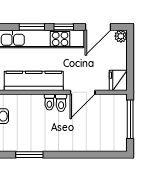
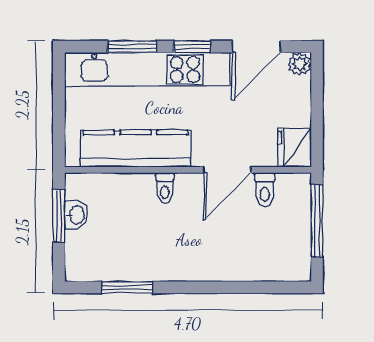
toilet: (61, 103) -> (265, 190), moved

